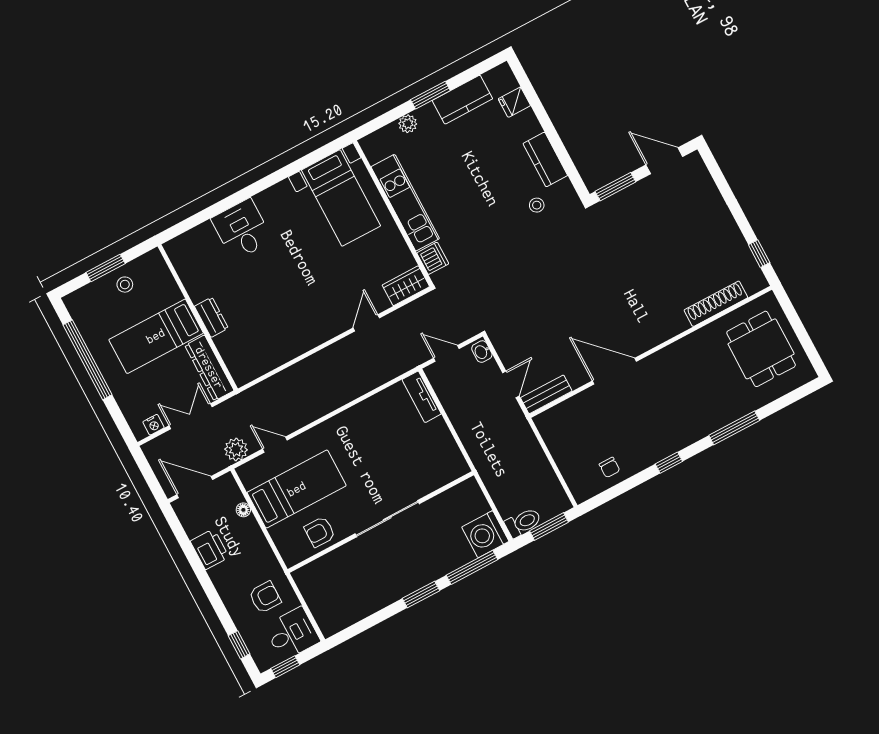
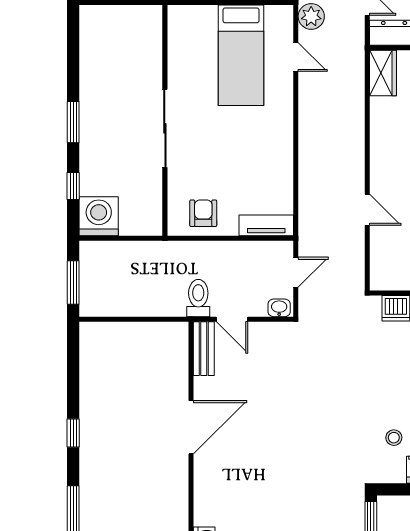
wardrobe: (406, 286) -> (383, 73), moved
door: (275, 445) -> (296, 57), hinge flipped
chair: (610, 467) -> (99, 372), removed
toilet: (523, 522) -> (198, 298), moved, turned 180
armchair: (320, 532) -> (203, 213), moved
window: (472, 567) -> (73, 186), width x0.46

